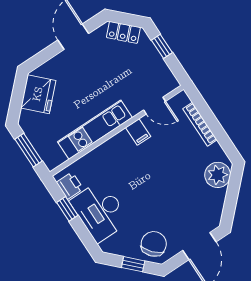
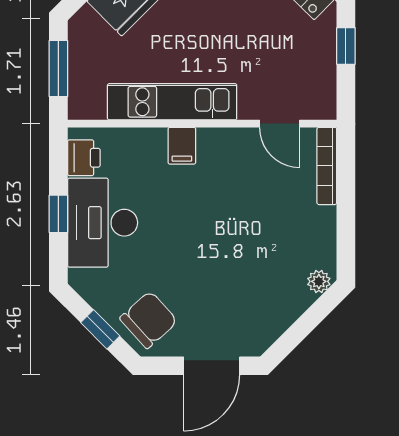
bookcase: (200, 124) -> (327, 166), moved
filing cabinet: (138, 132) -> (182, 146), moved
plant: (218, 175) -> (319, 281), width x0.53, depth x0.53
window: (67, 209) -> (58, 214), moved

